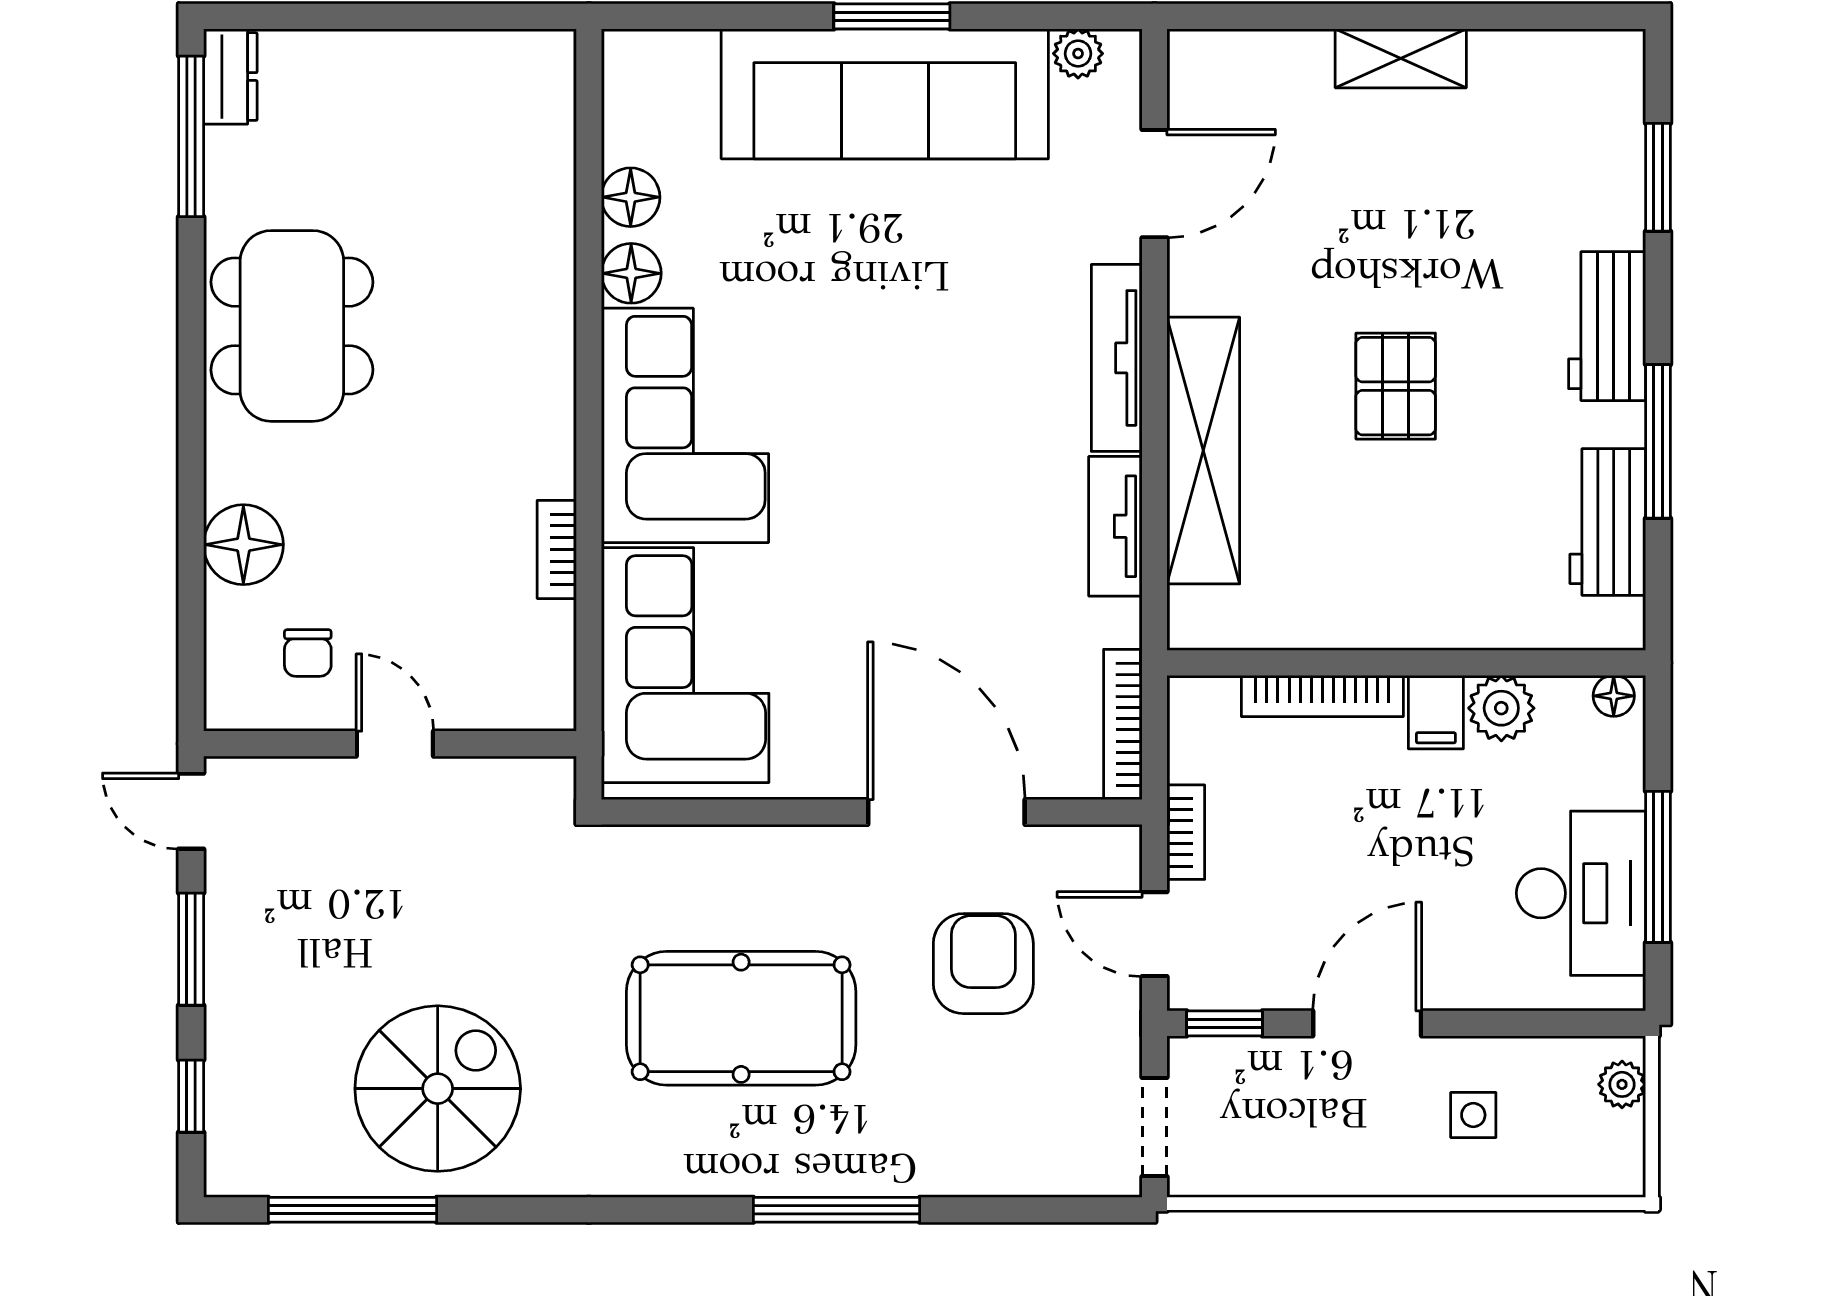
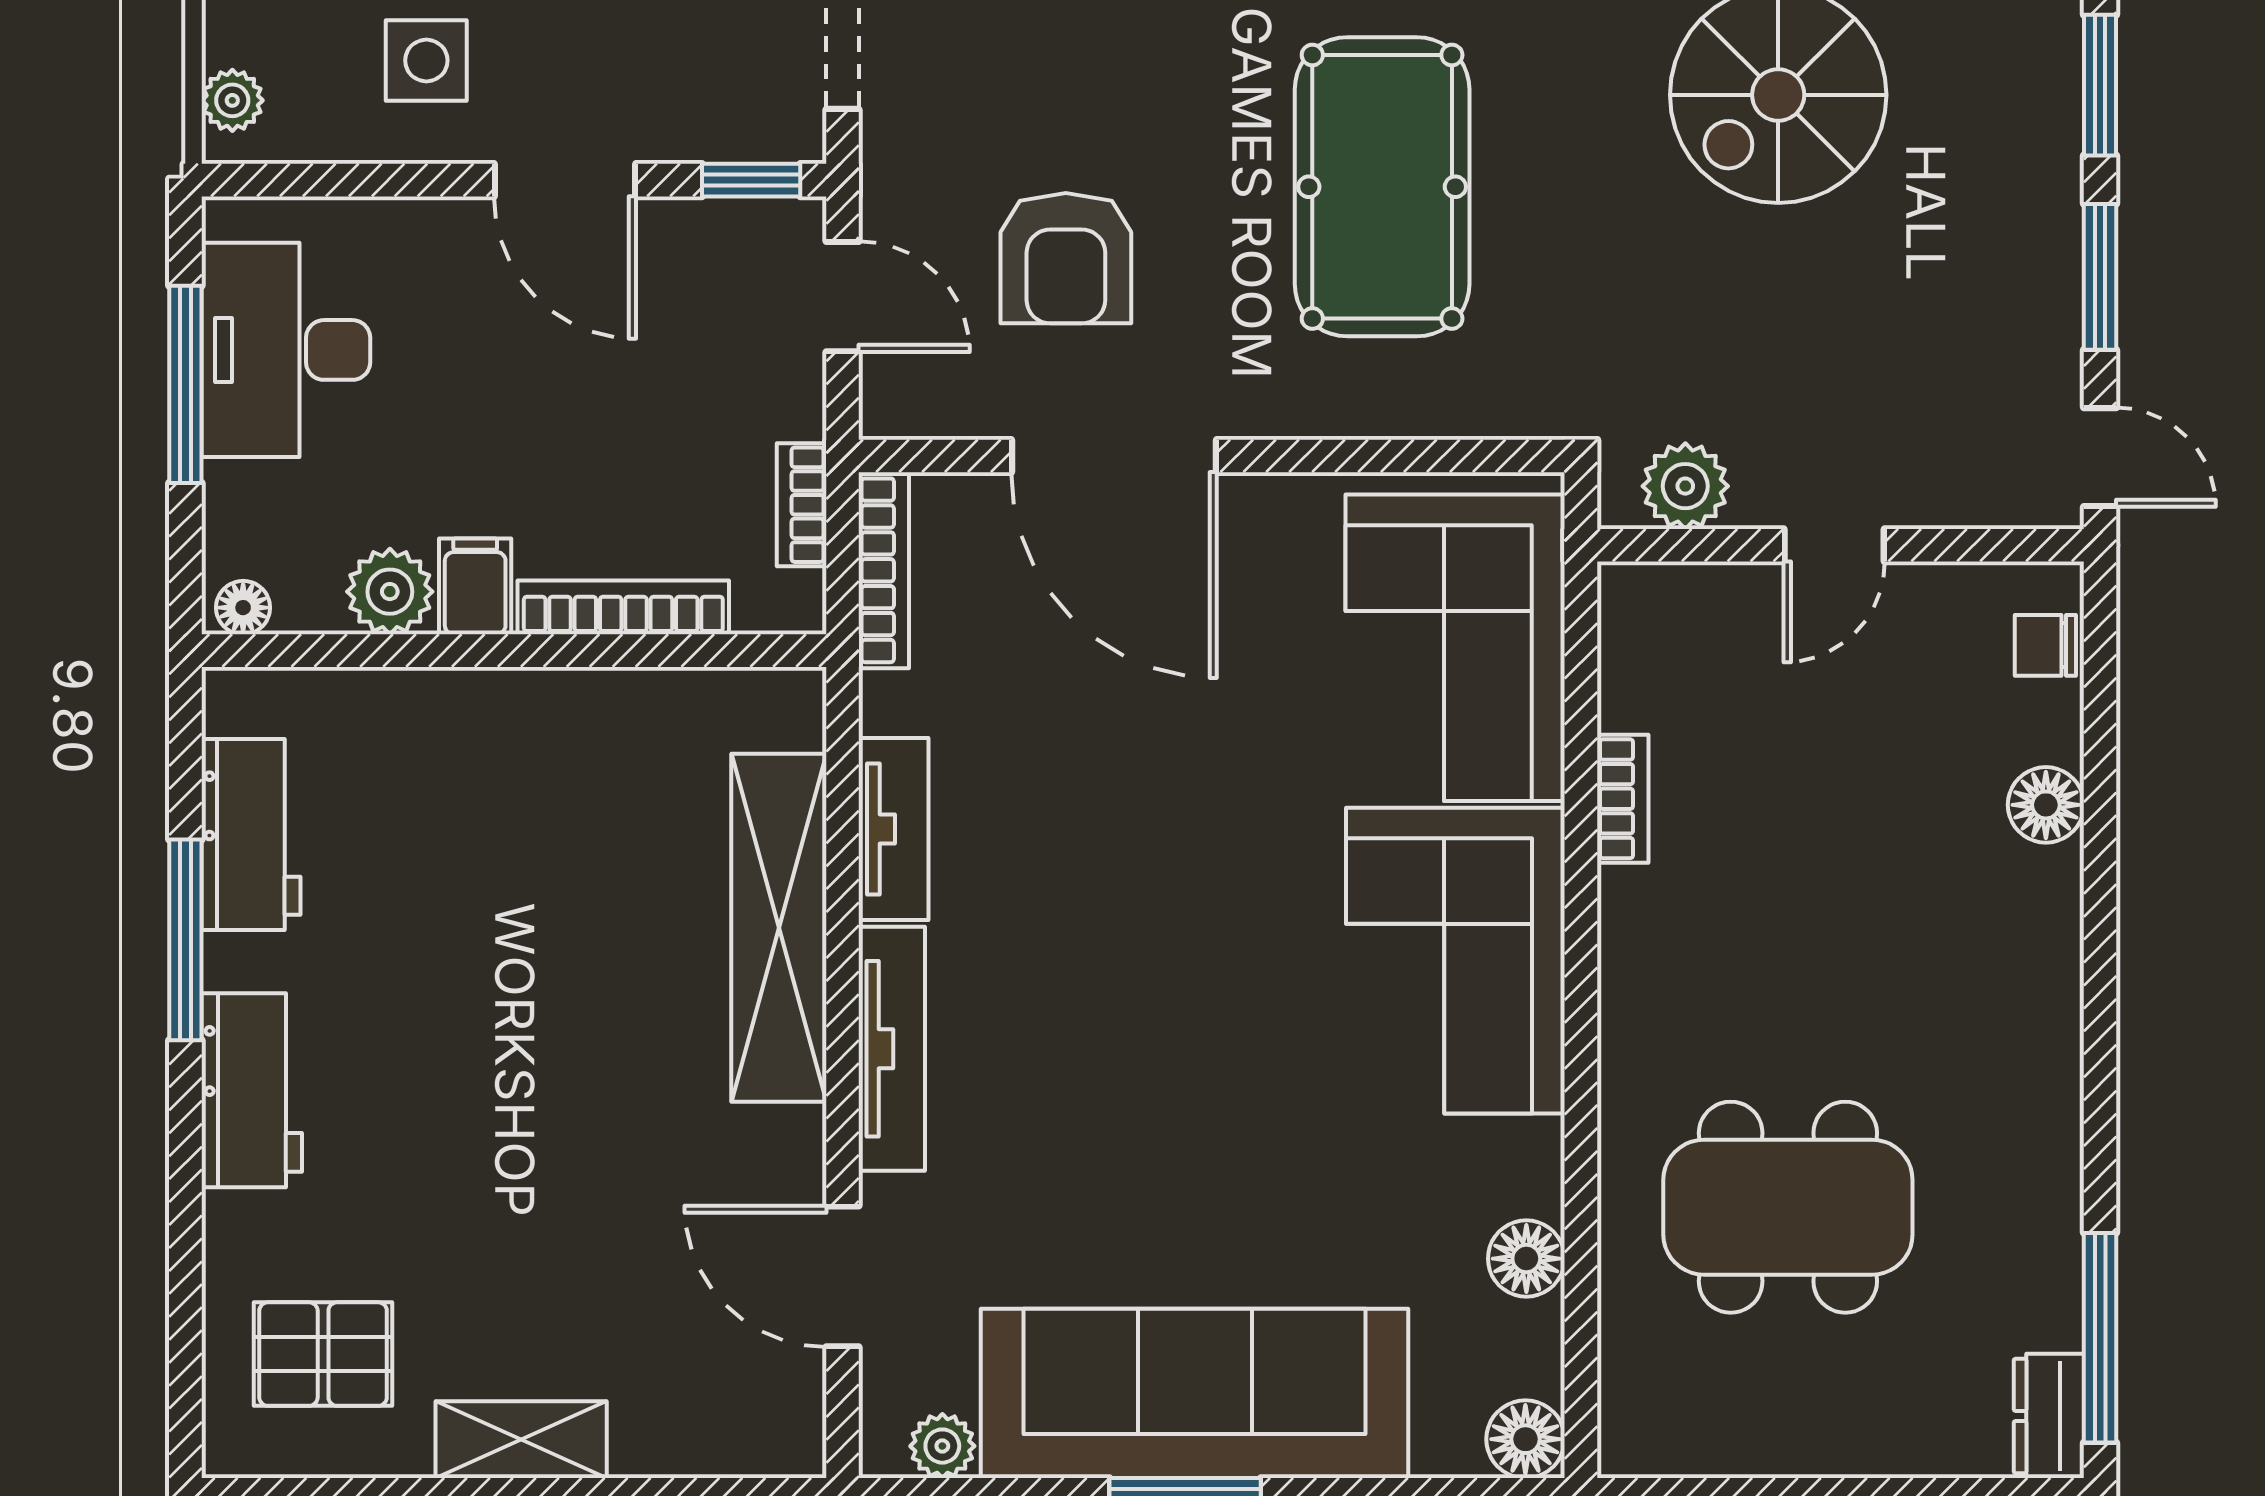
window: (1658, 177) -> (185, 1284), removed
door: (1154, 184) -> (842, 1276), hinge flipped
floor lamp: (631, 273) -> (1525, 1439), moved
dining table: (292, 326) -> (1788, 1207), moved, turned 90
pallet: (1396, 386) -> (323, 1354), moved, turned 90
floor lamp: (243, 545) -> (2046, 805), width x0.73, depth x0.73
chair: (308, 653) -> (2045, 645), moved, turned -90
door: (395, 744) -> (1834, 545), hinge flipped
plant: (509, 789) -> (1685, 486), added
bookcase: (1186, 832) -> (802, 505), moved
pool table: (741, 1018) -> (1382, 187), turned 90
door: (1367, 1023) -> (565, 180), hinge flipped
window: (191, 1096) -> (2100, 85), width x1.50
side table: (1473, 1115) -> (426, 60), width x1.37, depth x1.37

